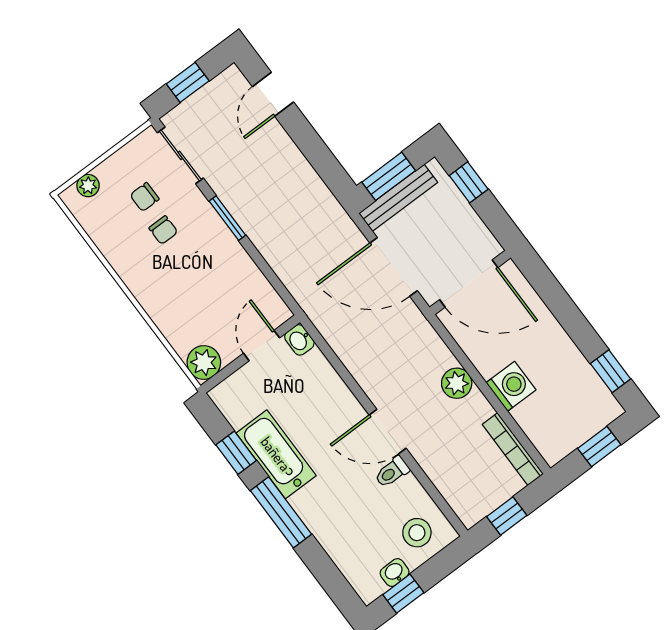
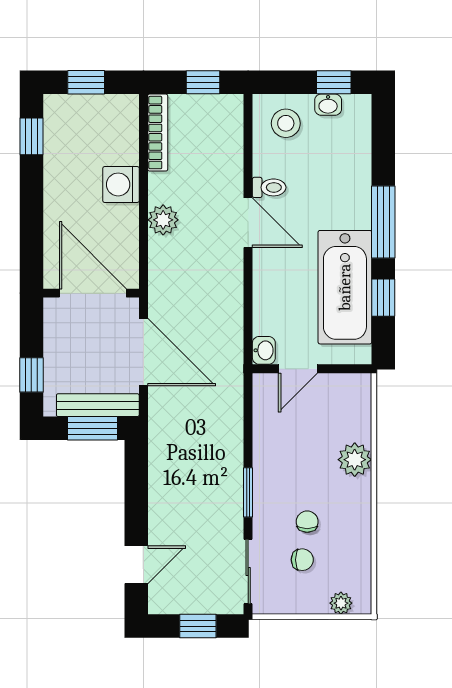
plant: (204, 362) -> (355, 460), moved
bathtub: (276, 454) -> (345, 287), width x1.36, depth x1.36

